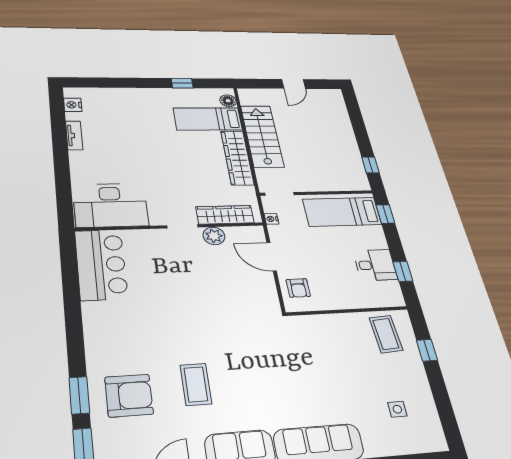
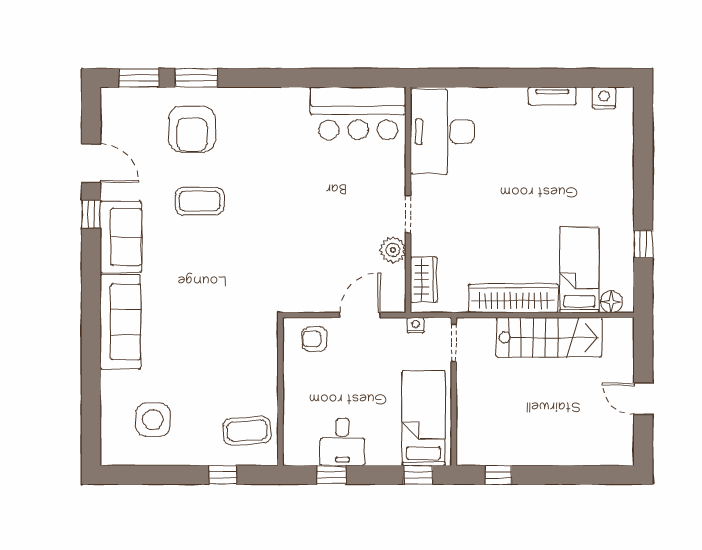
wardrobe: (225, 215) -> (424, 280), width x0.67
side table: (397, 409) -> (153, 420), width x1.87, depth x1.87

